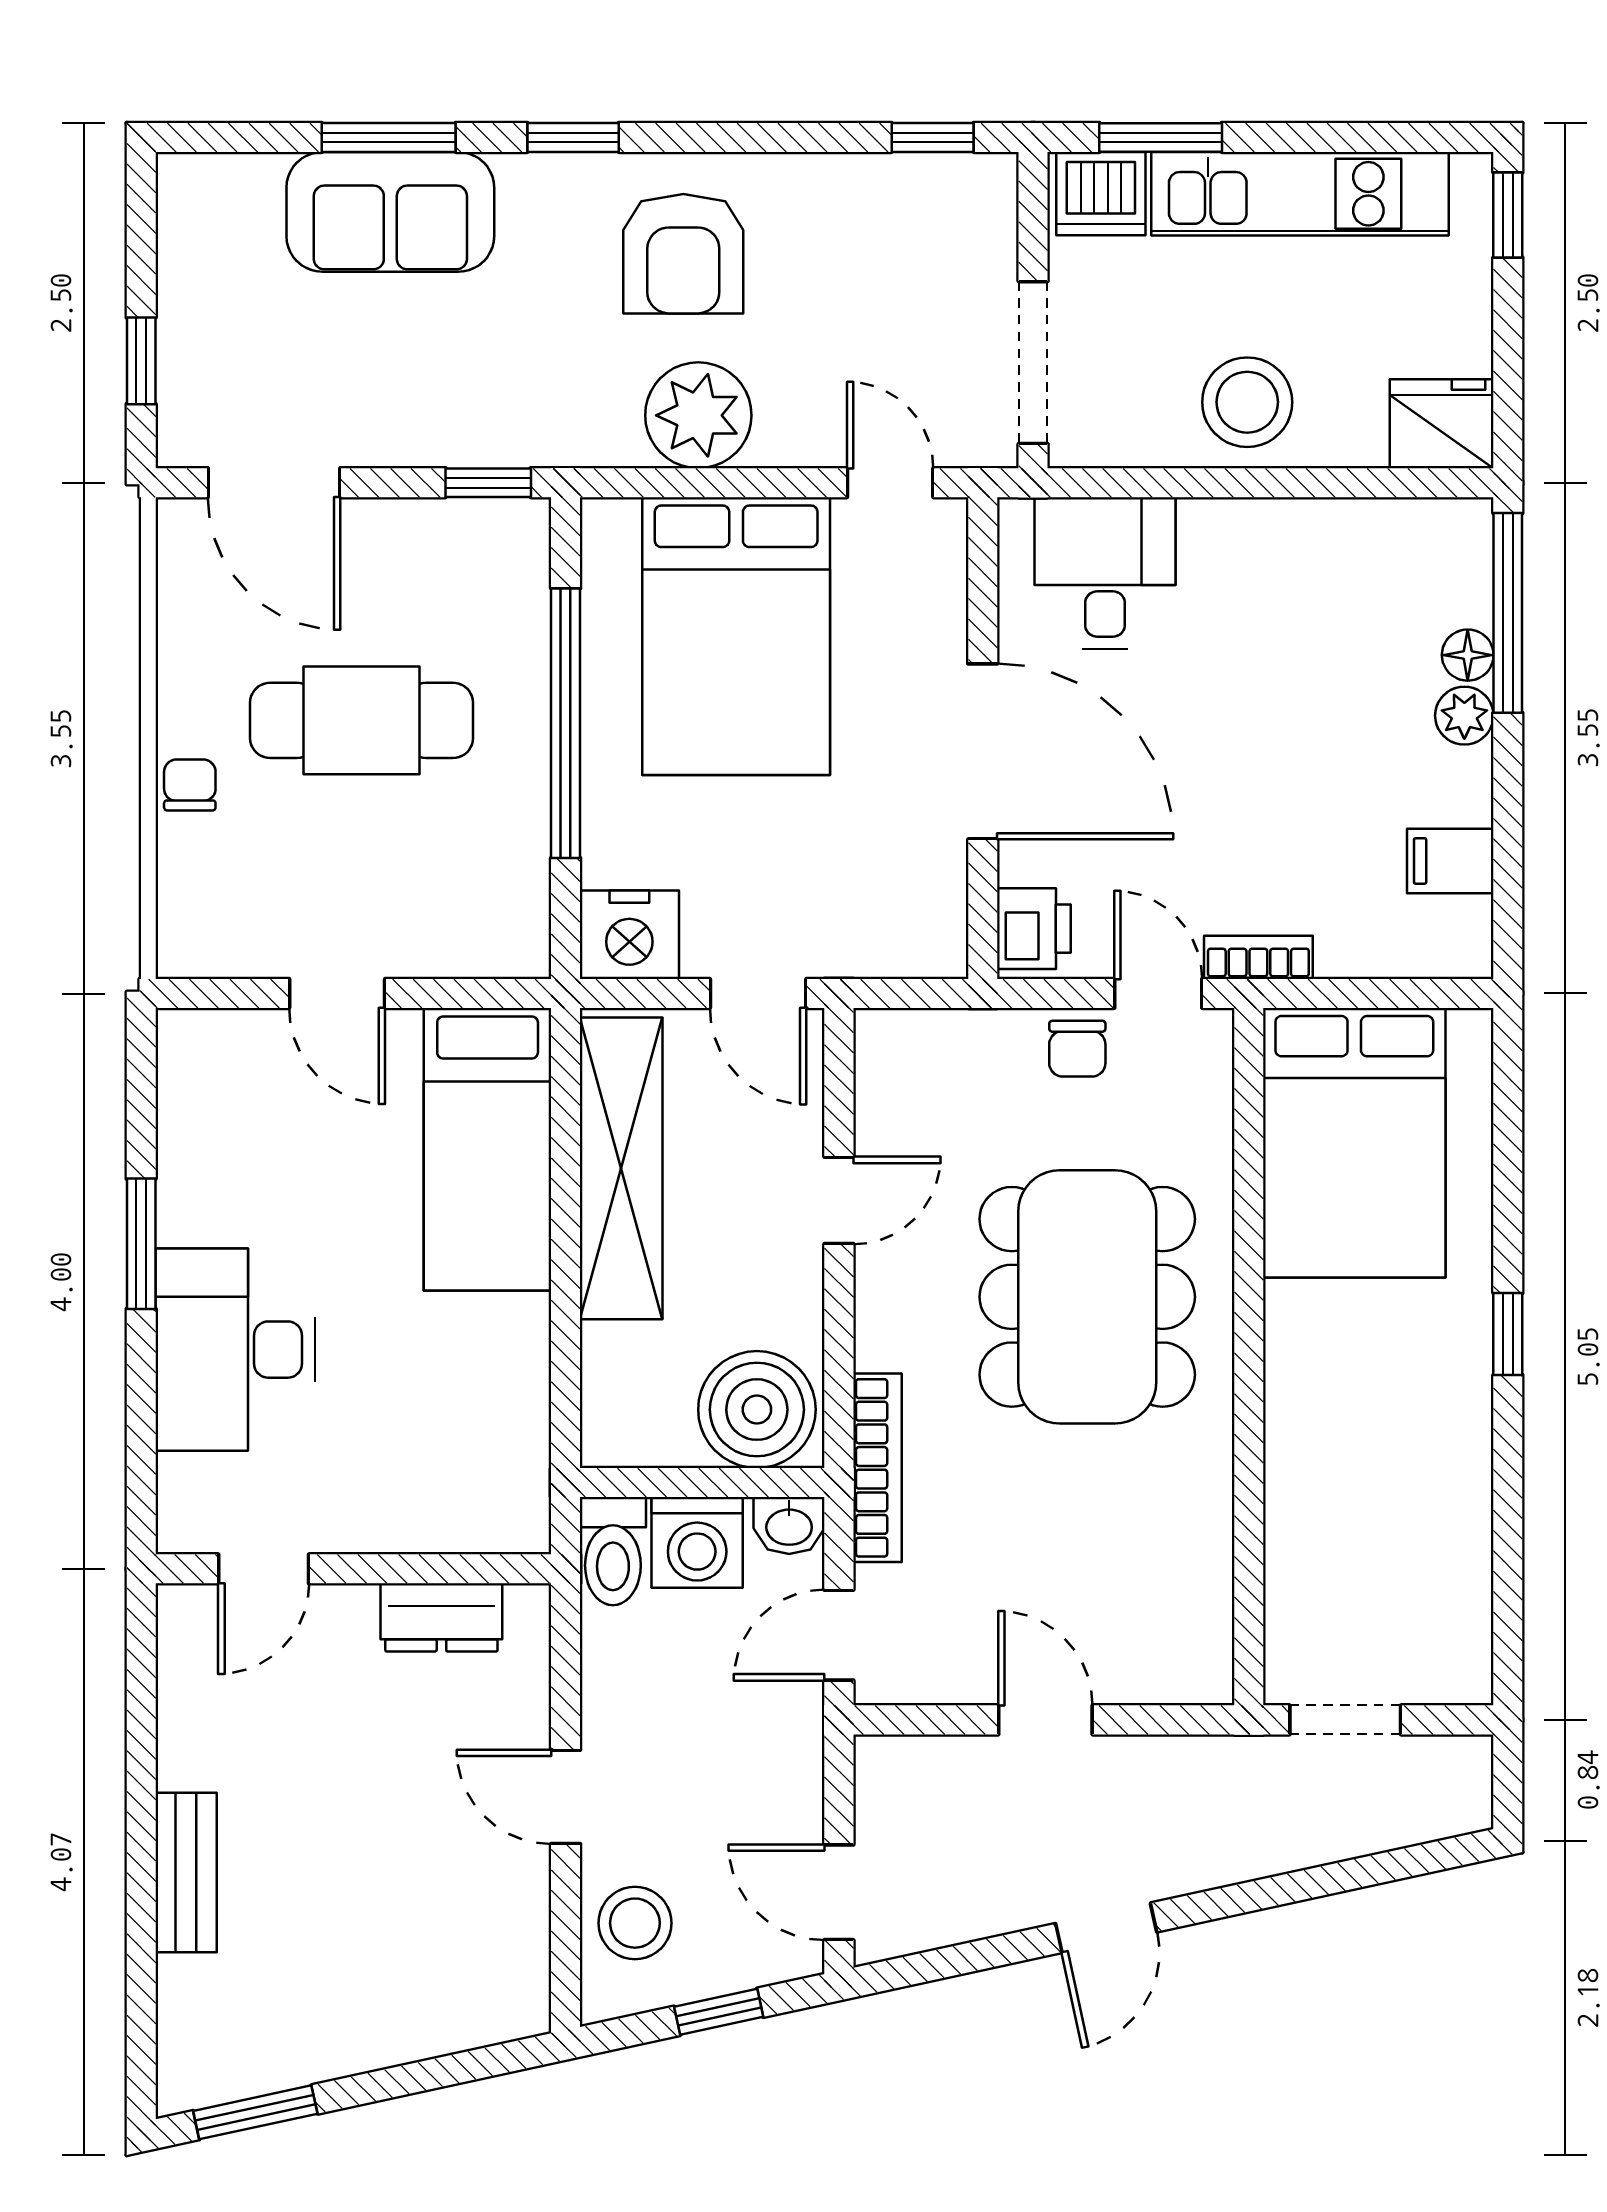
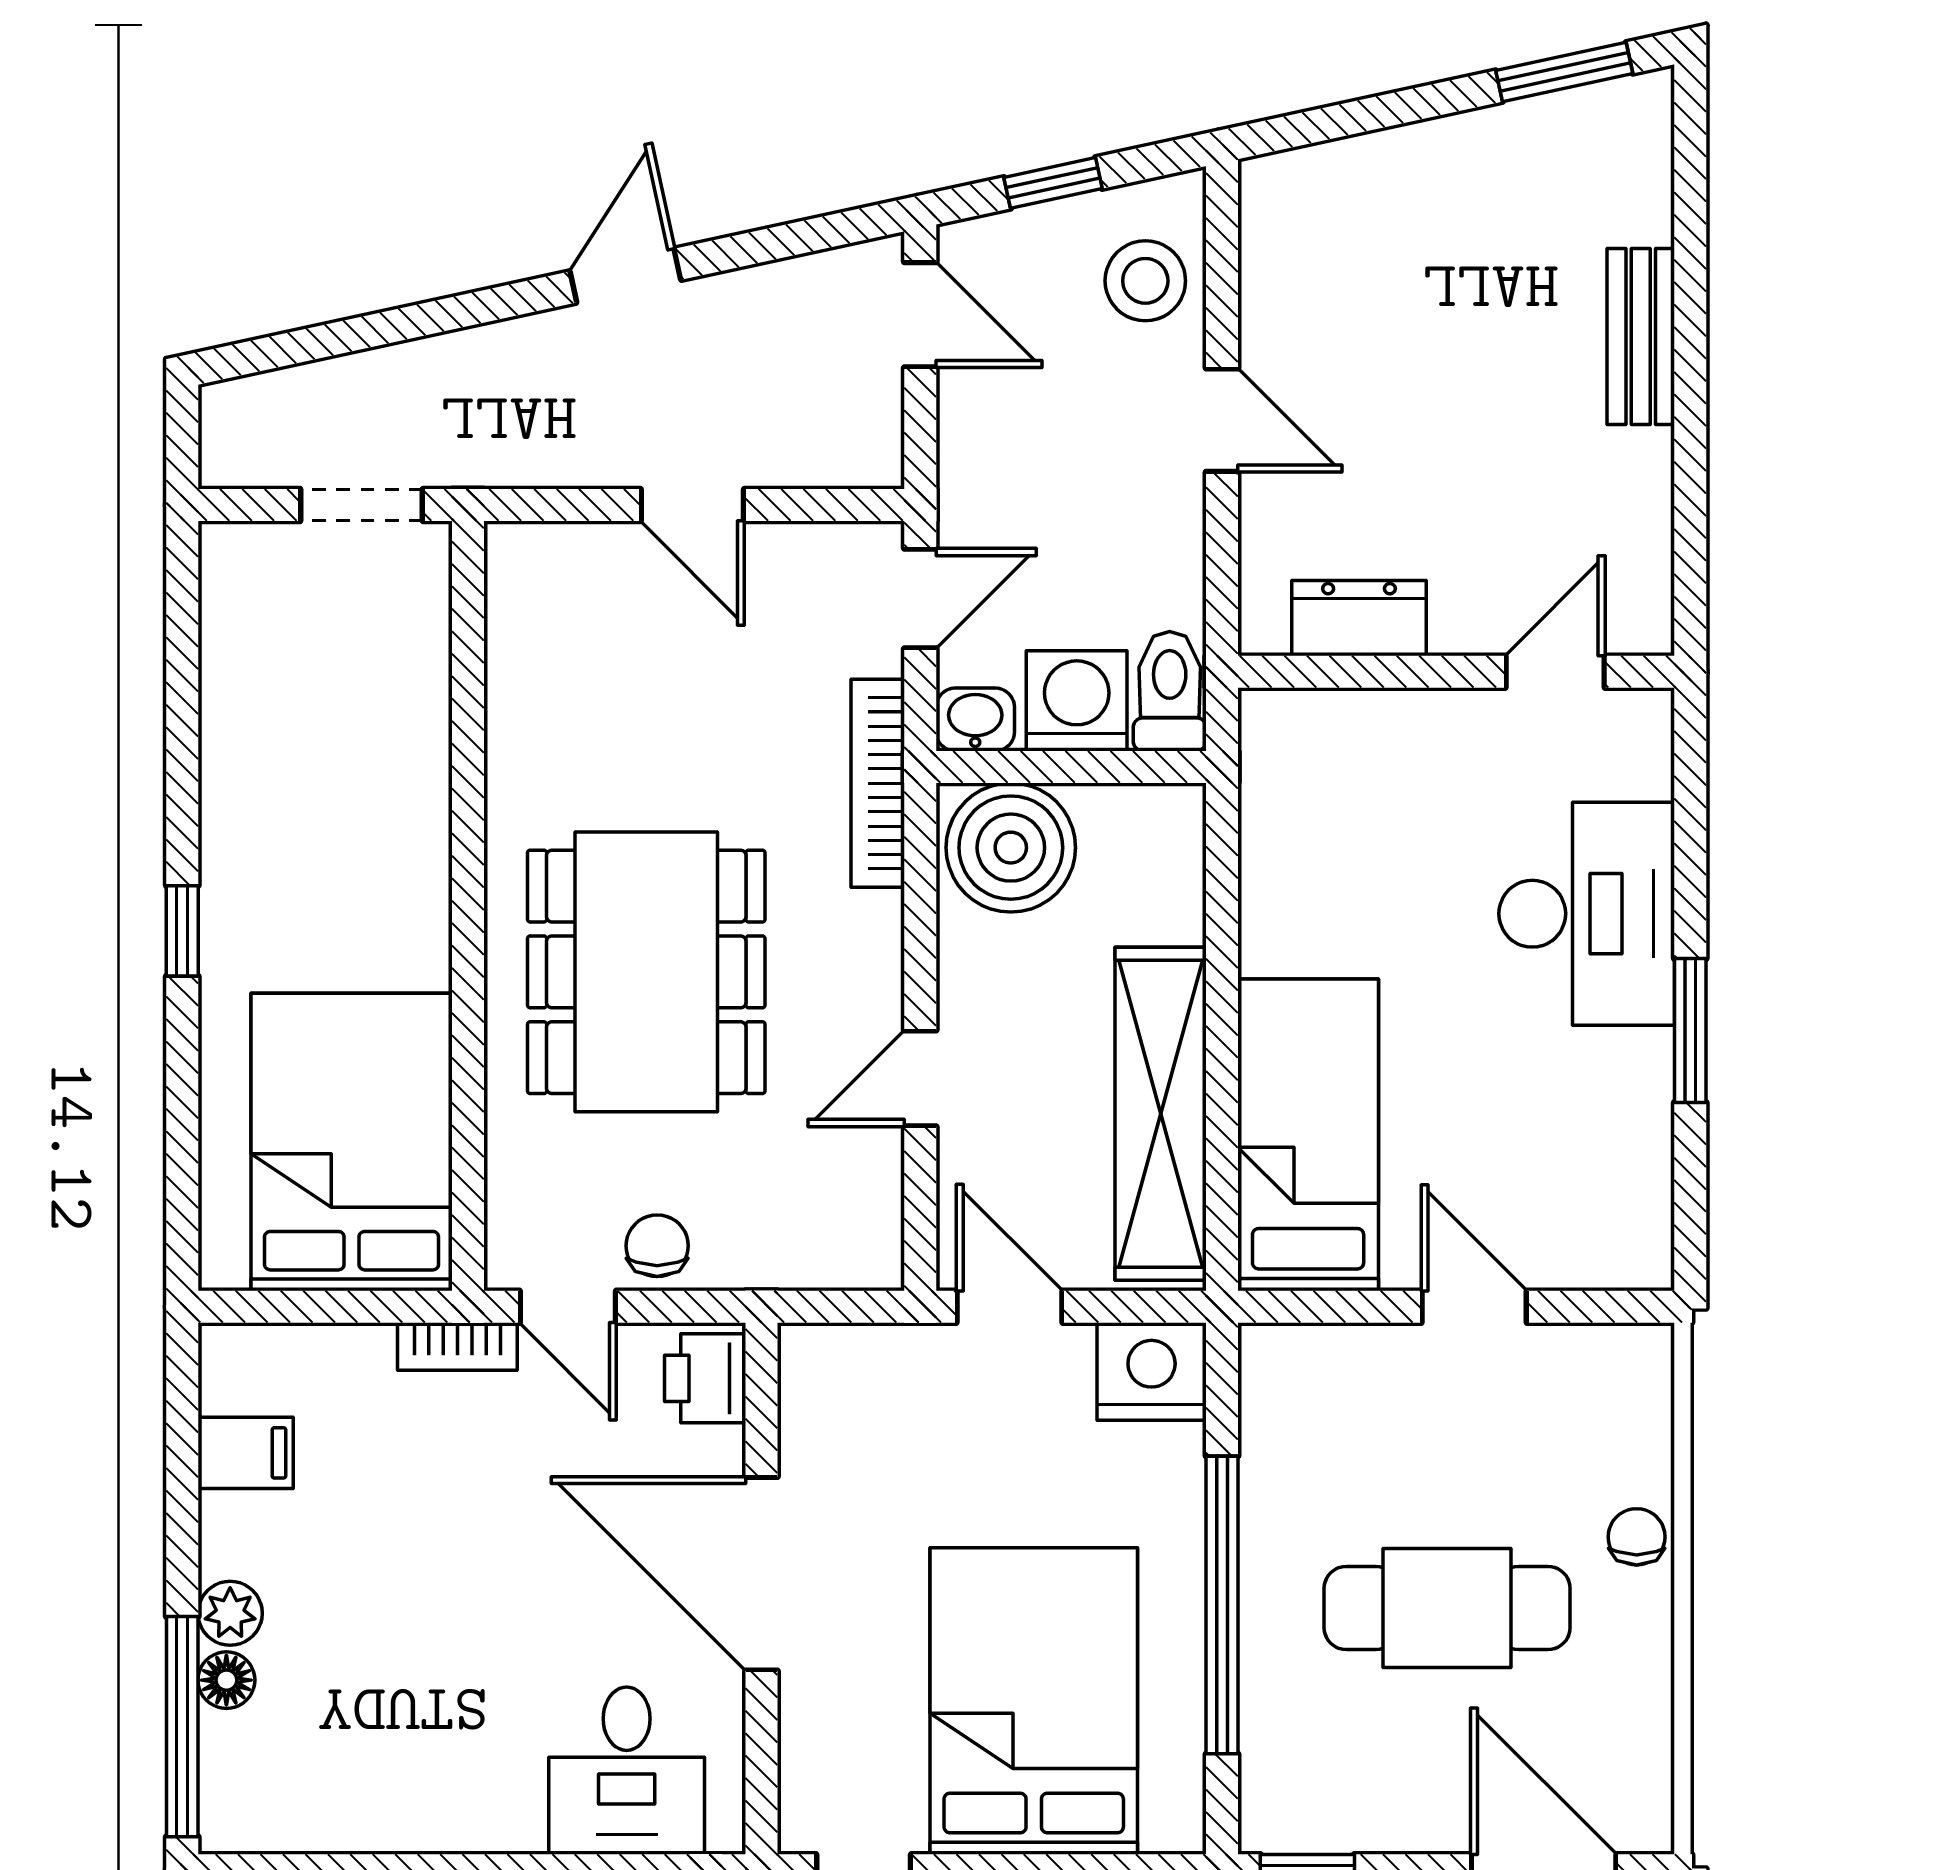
chair: (190, 785) -> (1637, 1537), turned 180

